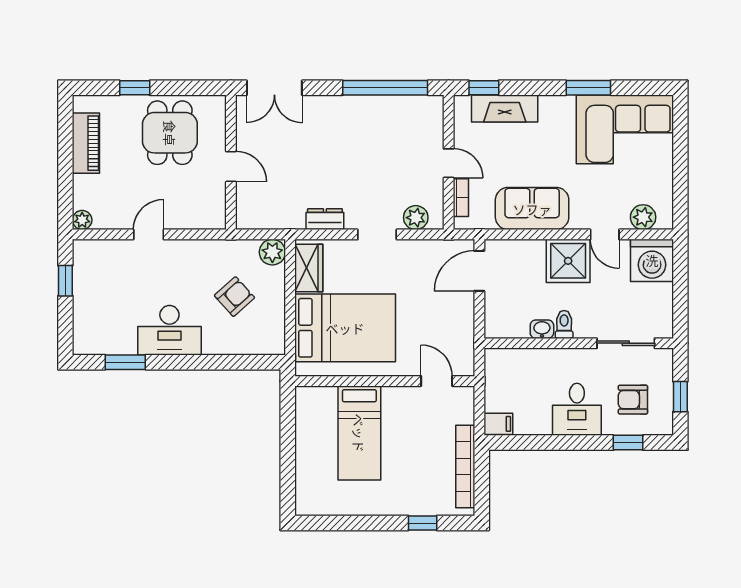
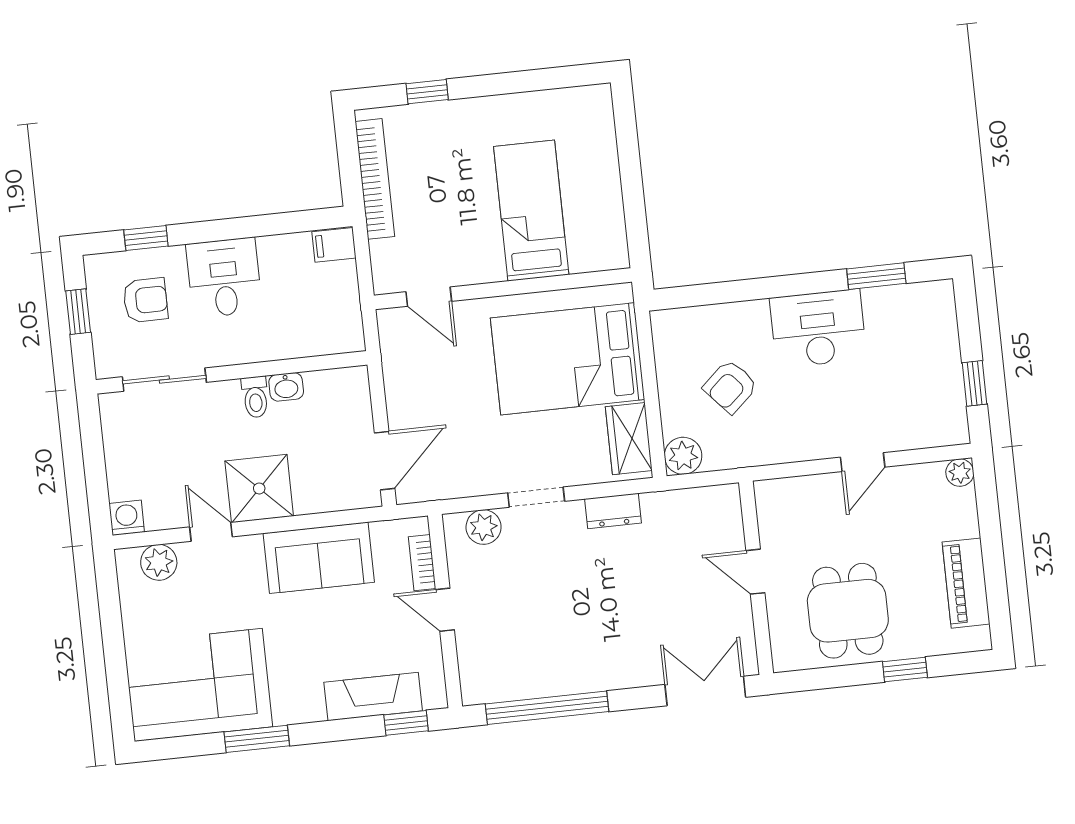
washing machine: (652, 260) -> (127, 518), width x0.53, depth x0.53

